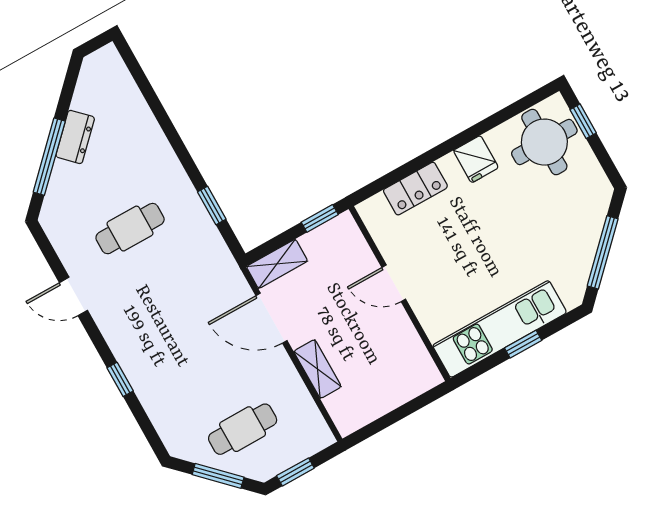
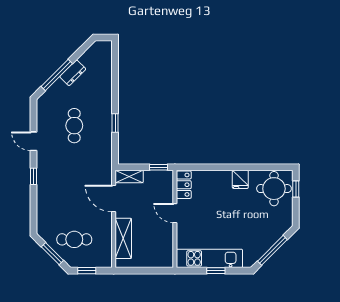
locker: (415, 189) -> (184, 185), moved, turned -90
window: (212, 206) -> (115, 123), moved
cafe table: (130, 229) -> (74, 126), turned 90
shelving: (318, 369) -> (123, 238), width x1.50, depth x1.33
window: (120, 379) -> (33, 176), moved

